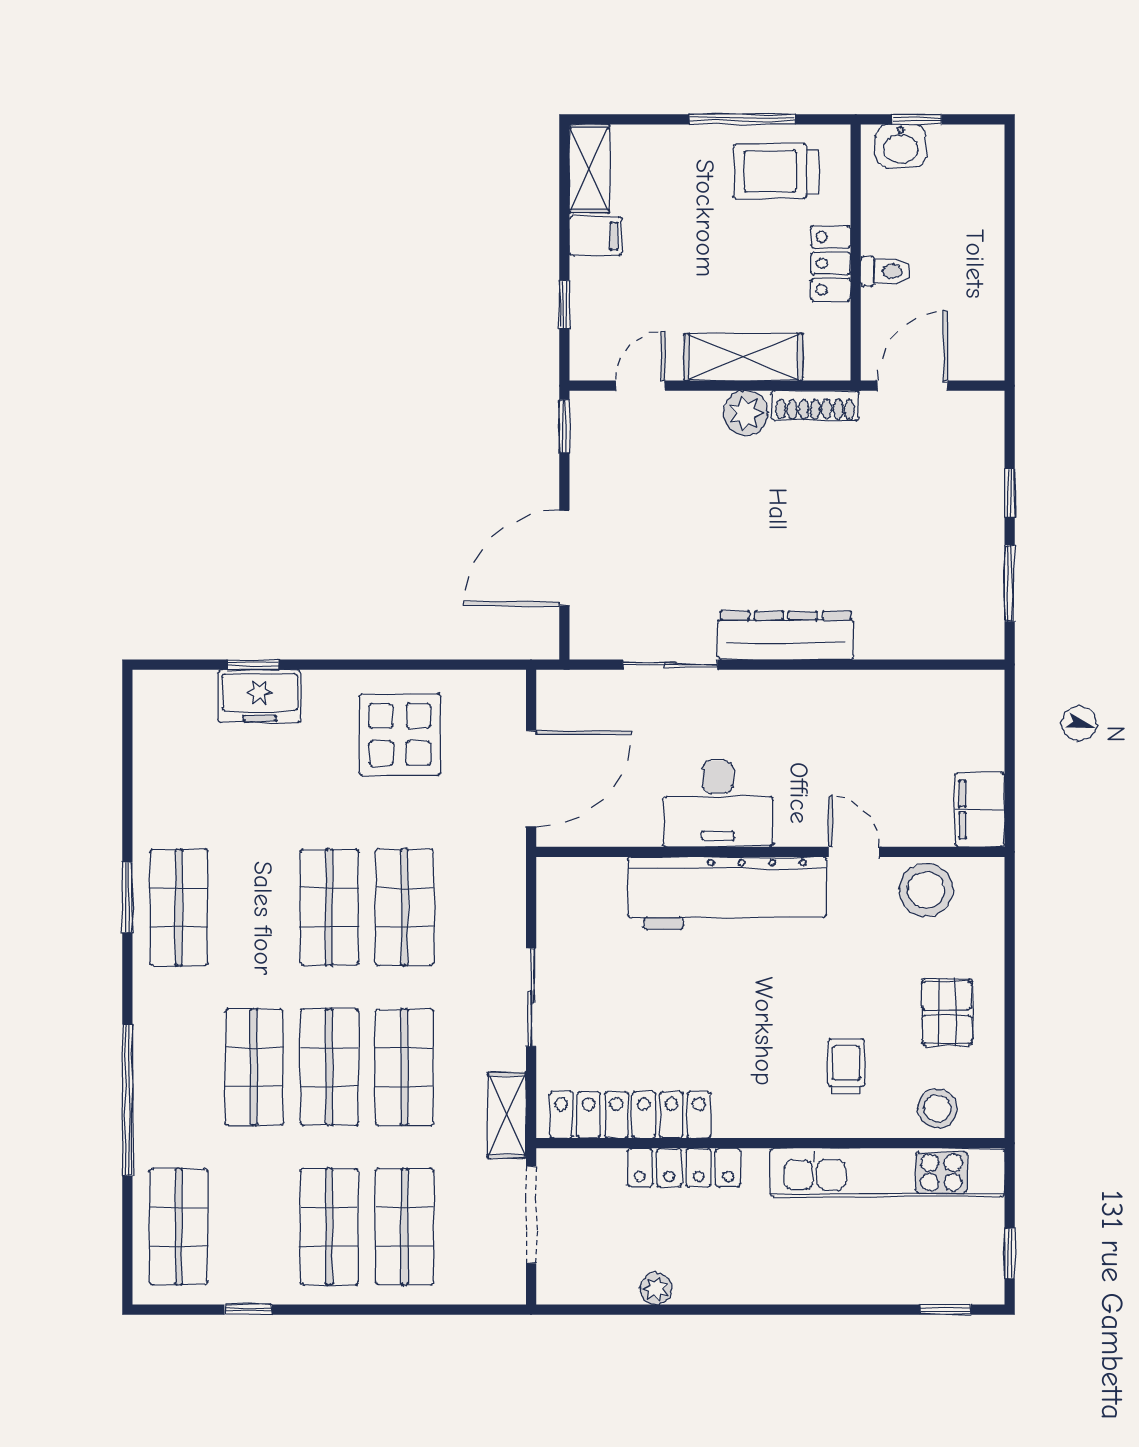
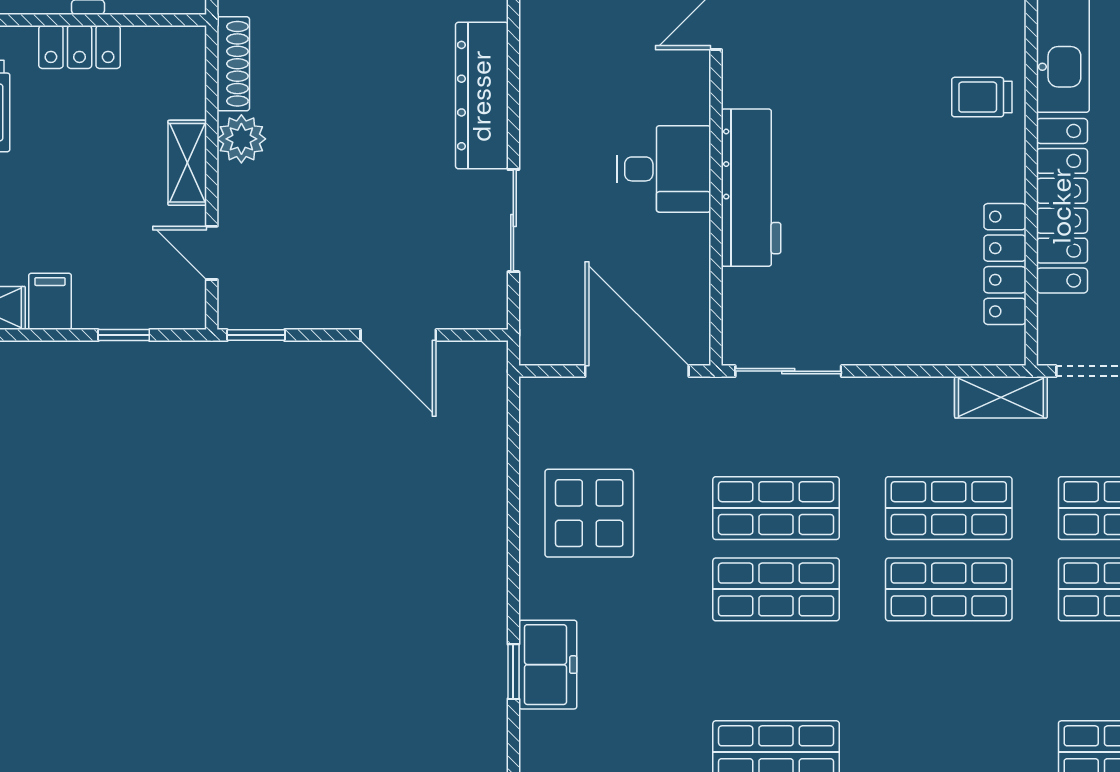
shelving: (743, 357) -> (187, 163), width x0.67, depth x0.75
door: (564, 558) -> (398, 335), width x0.73
desk: (718, 804) -> (664, 169), width x0.73
workbench: (727, 893) -> (751, 188), width x0.73, depth x0.76
sliding door: (531, 997) -> (788, 371), moved
shop shelf: (254, 1067) -> (949, 671), removed
trolley: (846, 1067) -> (982, 97), moved
locker: (630, 1115) -> (1005, 264), width x0.71, depth x0.83
locker: (684, 1168) -> (1062, 206), width x1.41, depth x1.21

